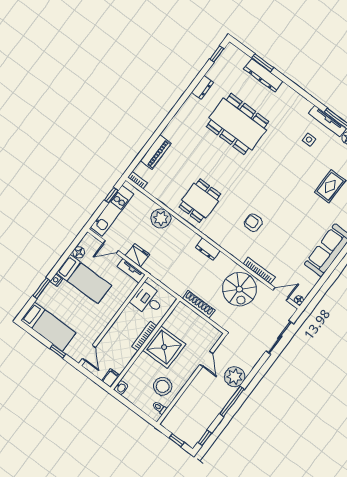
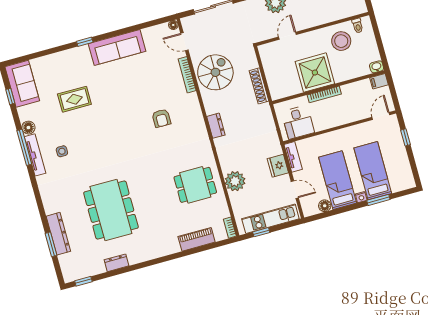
dining table: (200, 201) -> (195, 185), moved
bed: (48, 327) -> (373, 171), moved

